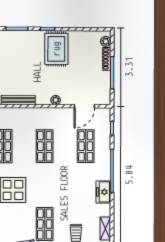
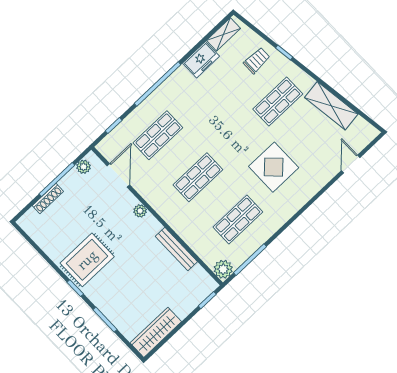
plant: (106, 41) -> (84, 167), moved
door: (84, 106) -> (118, 175), hinge flipped
freezer: (103, 192) -> (201, 60), moved

